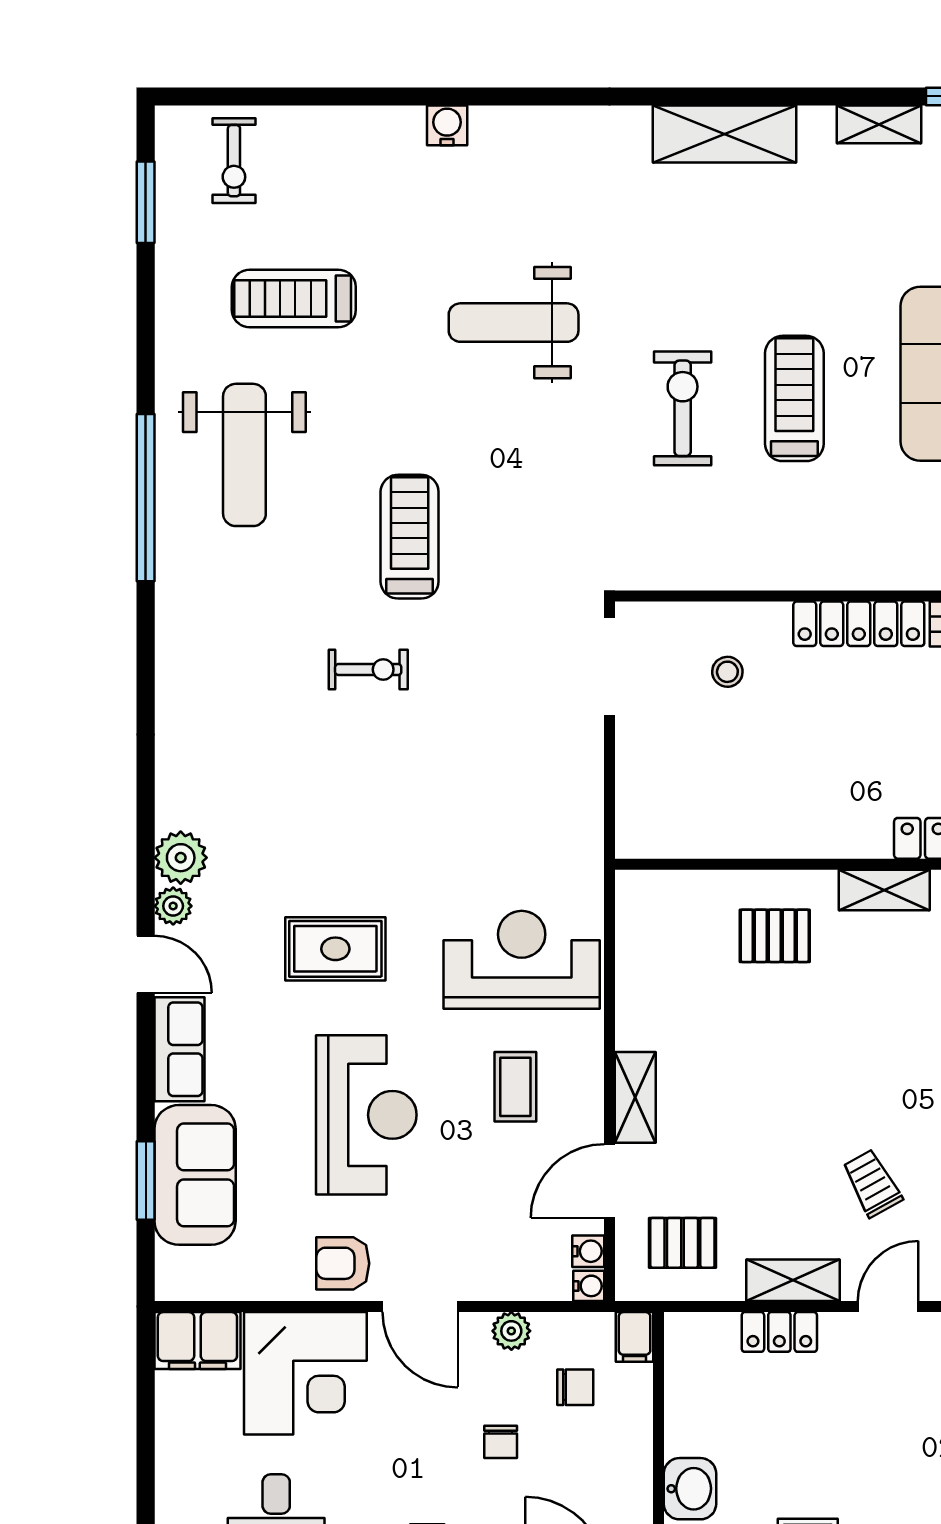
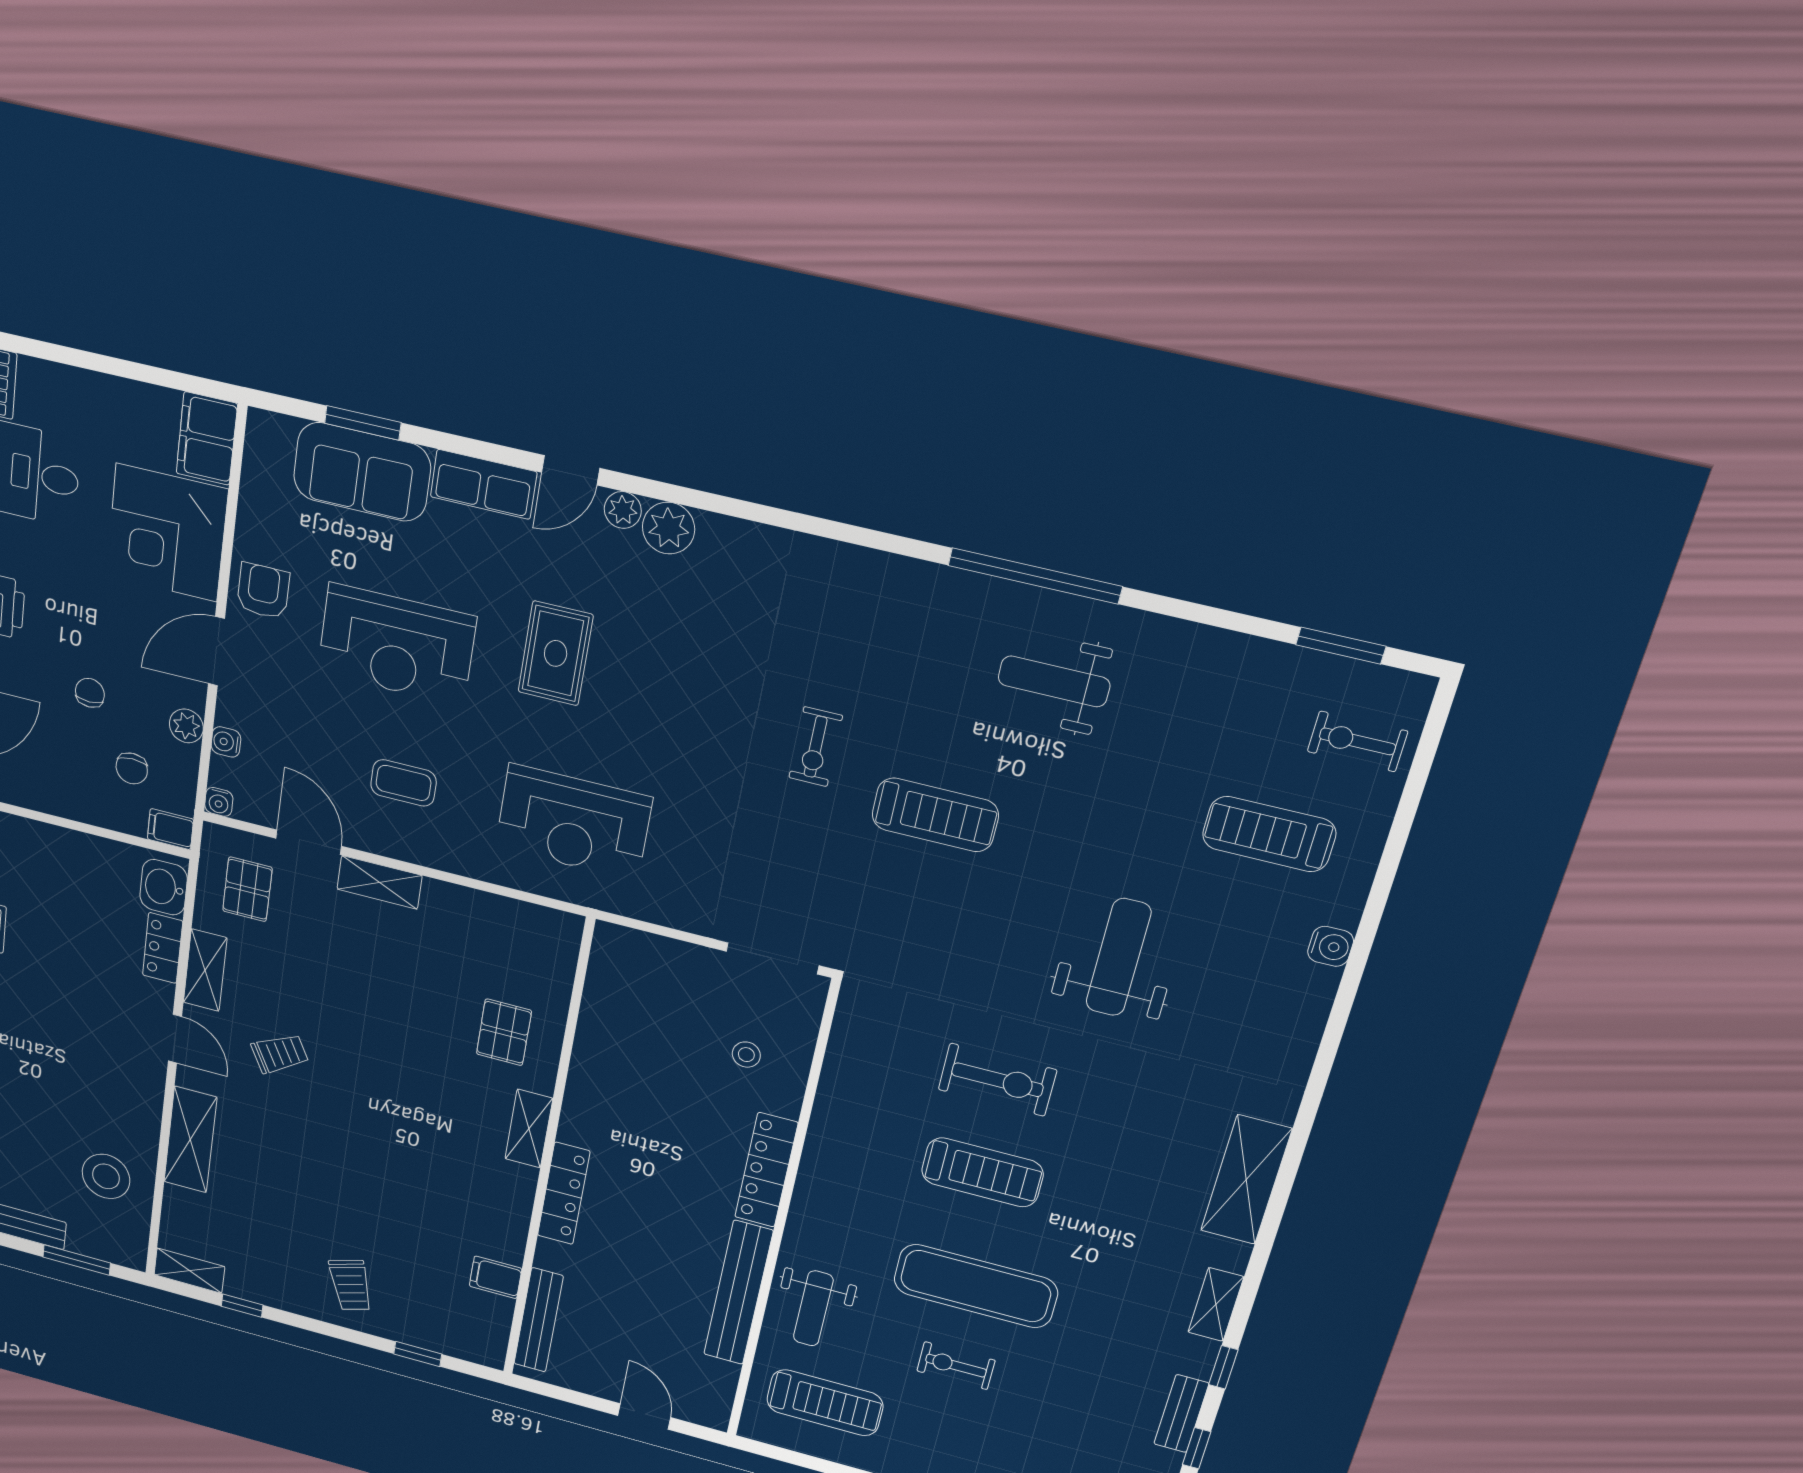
treadmill: (294, 298) -> (1269, 834), moved, turned -90
weight bench: (244, 455) -> (1054, 681), width x0.73, depth x0.75
reception desk: (522, 960) -> (573, 822), moved, turned 90
water cooler: (588, 1251) -> (226, 742), moved, turned 90
chair: (501, 1442) -> (90, 693), turned 90
washbasin: (690, 1489) -> (164, 887), moved, turned 90

